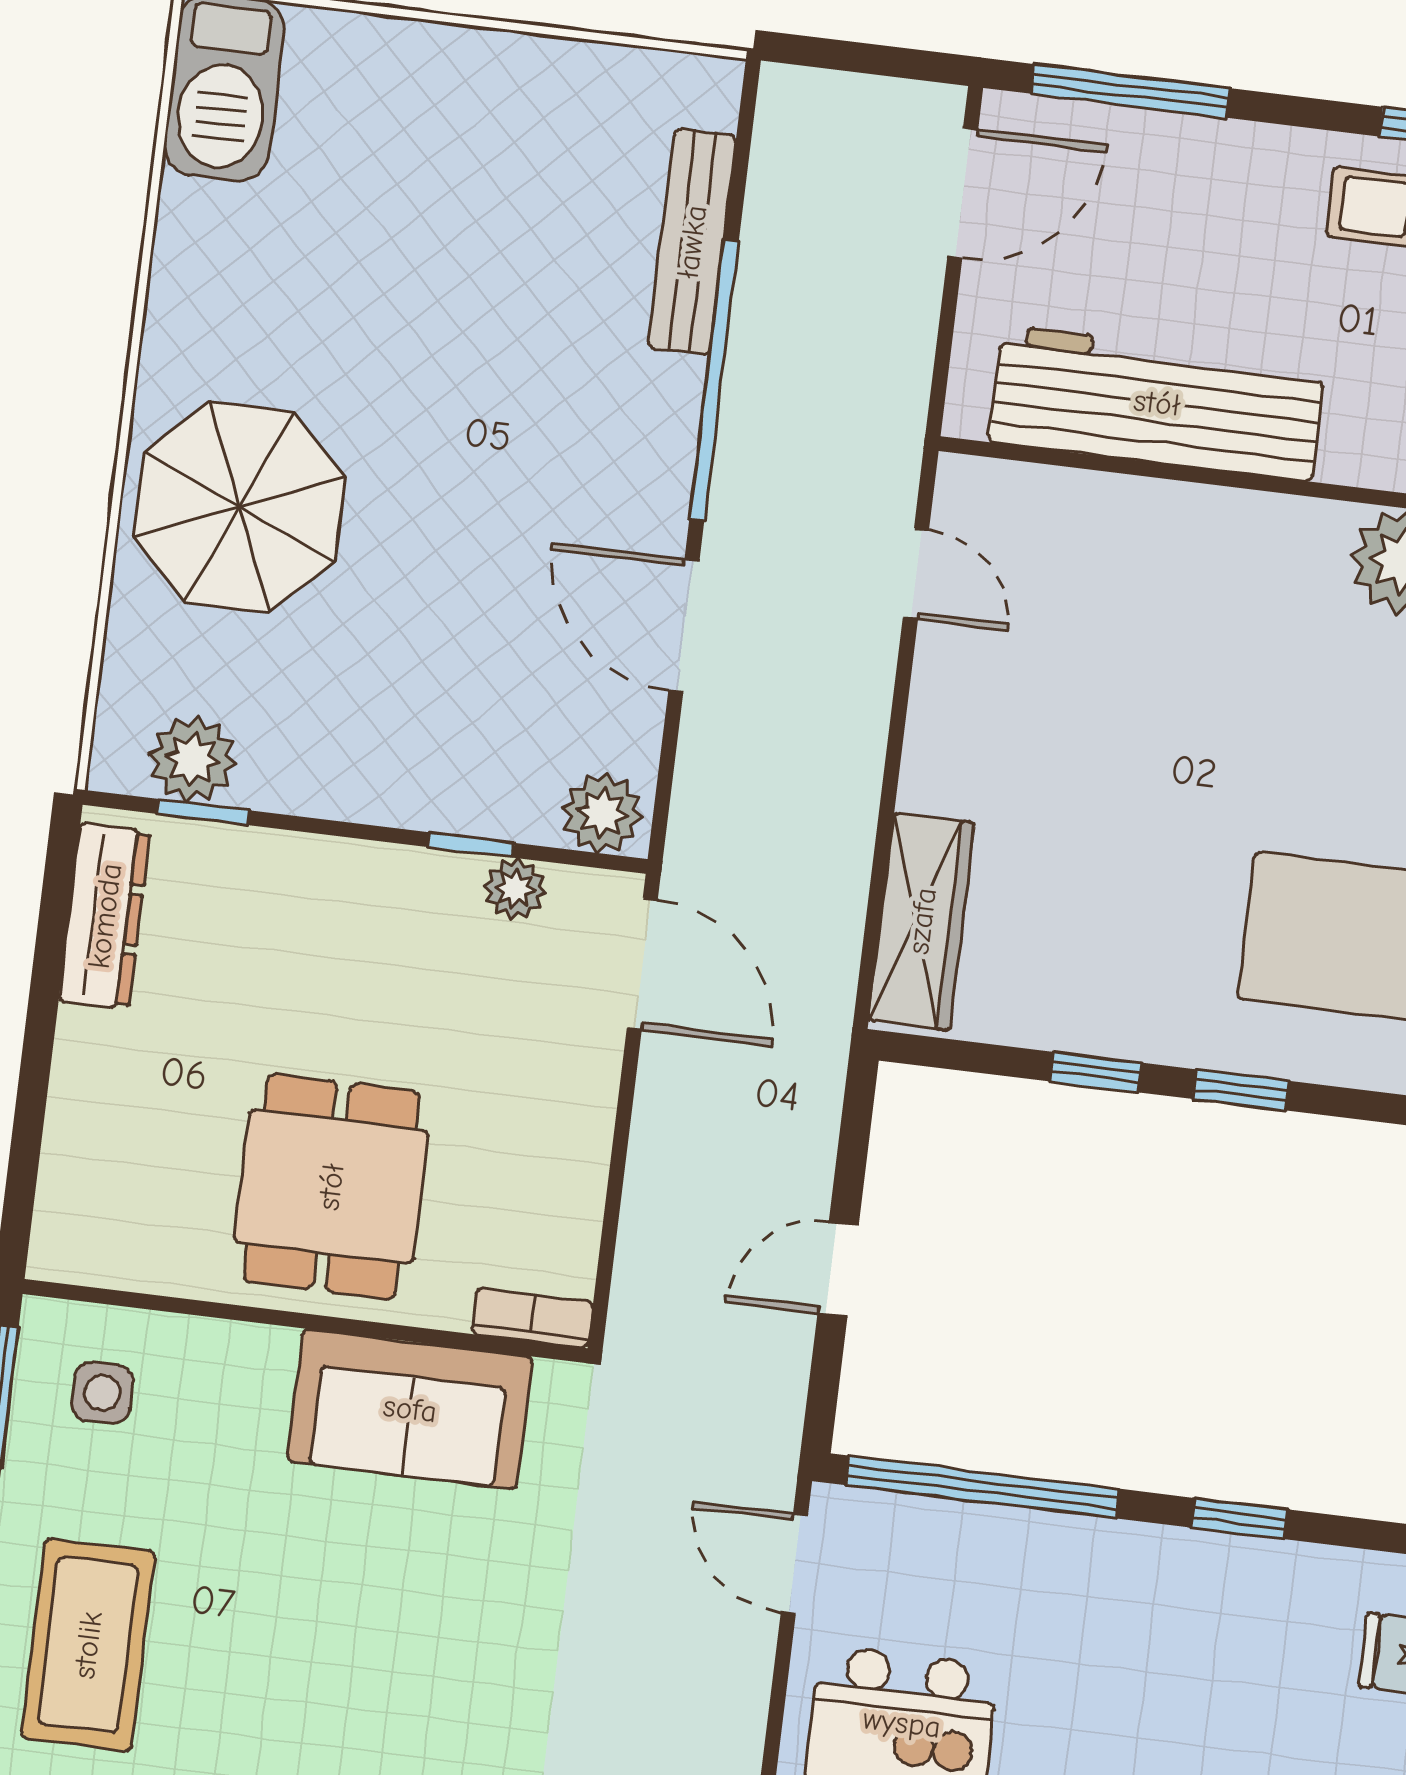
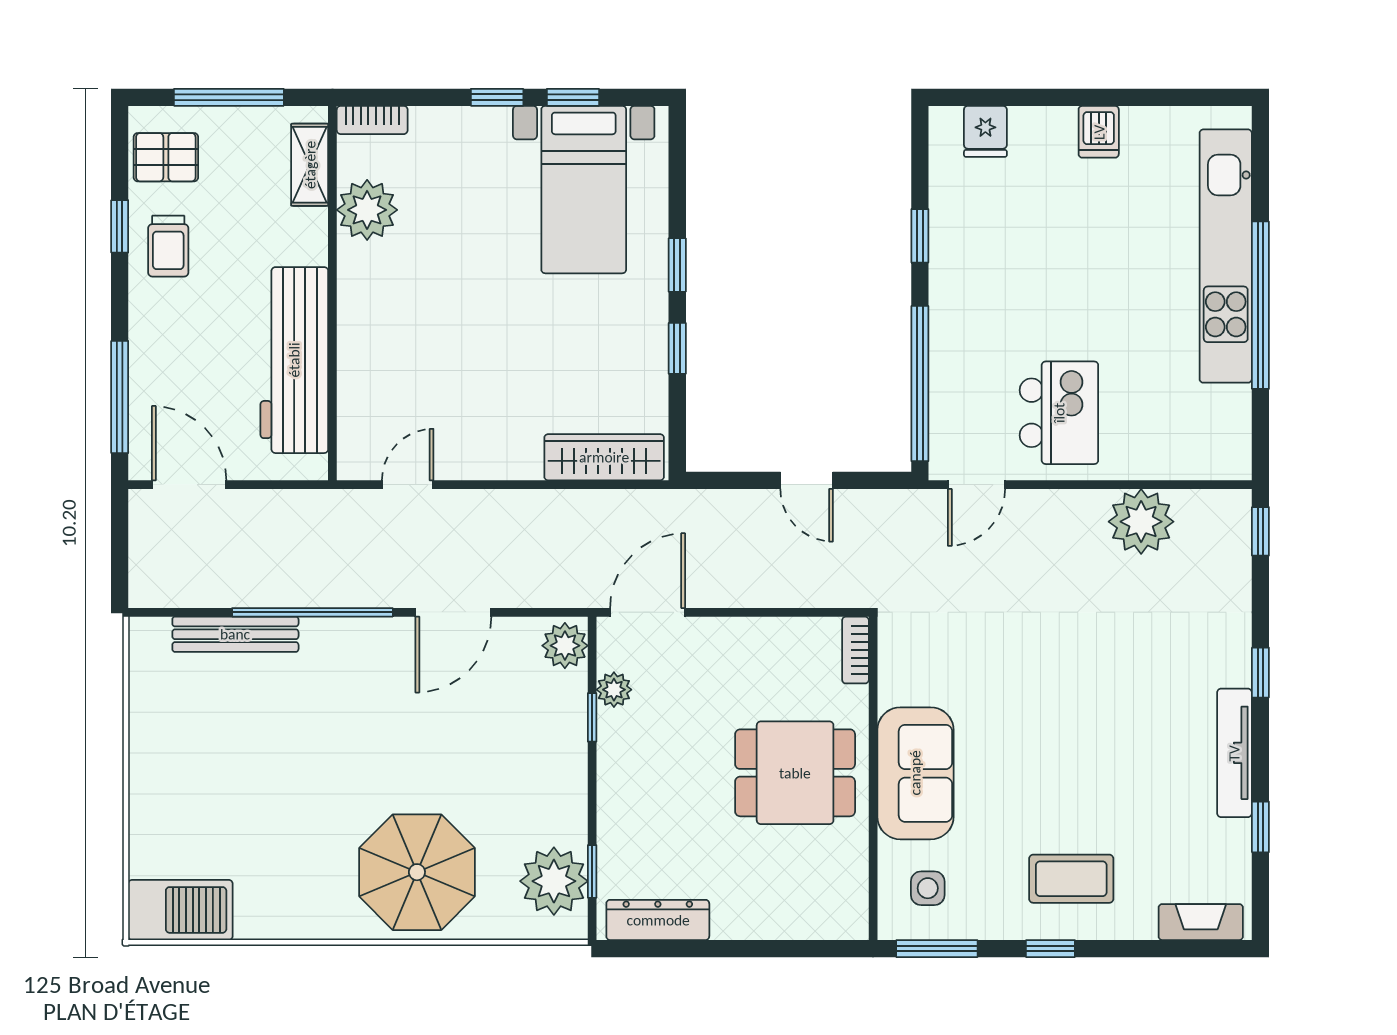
plant: (192, 759) -> (554, 881), width x1.36, depth x1.36
sofa: (410, 1409) -> (915, 773), moved
coffee table: (88, 1645) -> (1071, 879), width x0.73, depth x0.76

